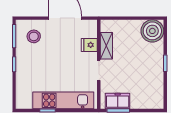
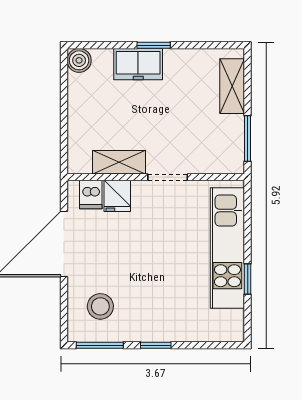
boiler: (152, 31) -> (79, 60), width x0.54, depth x0.54
dishwasher: (90, 32) -> (91, 195), added
freezer: (118, 101) -> (138, 64), moved, turned -90
shelving: (145, 103) -> (232, 86), added

